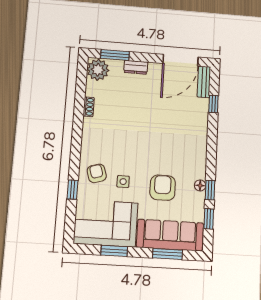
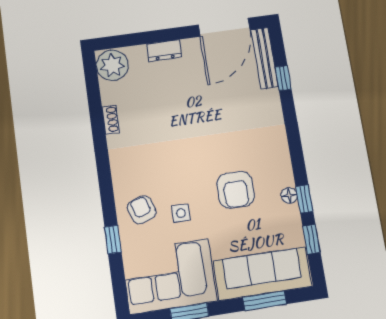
window: (115, 55) -> (132, 40), removed
bench: (204, 82) -> (265, 58), width x1.36
armchair: (163, 188) -> (236, 190), moved, turned 180

